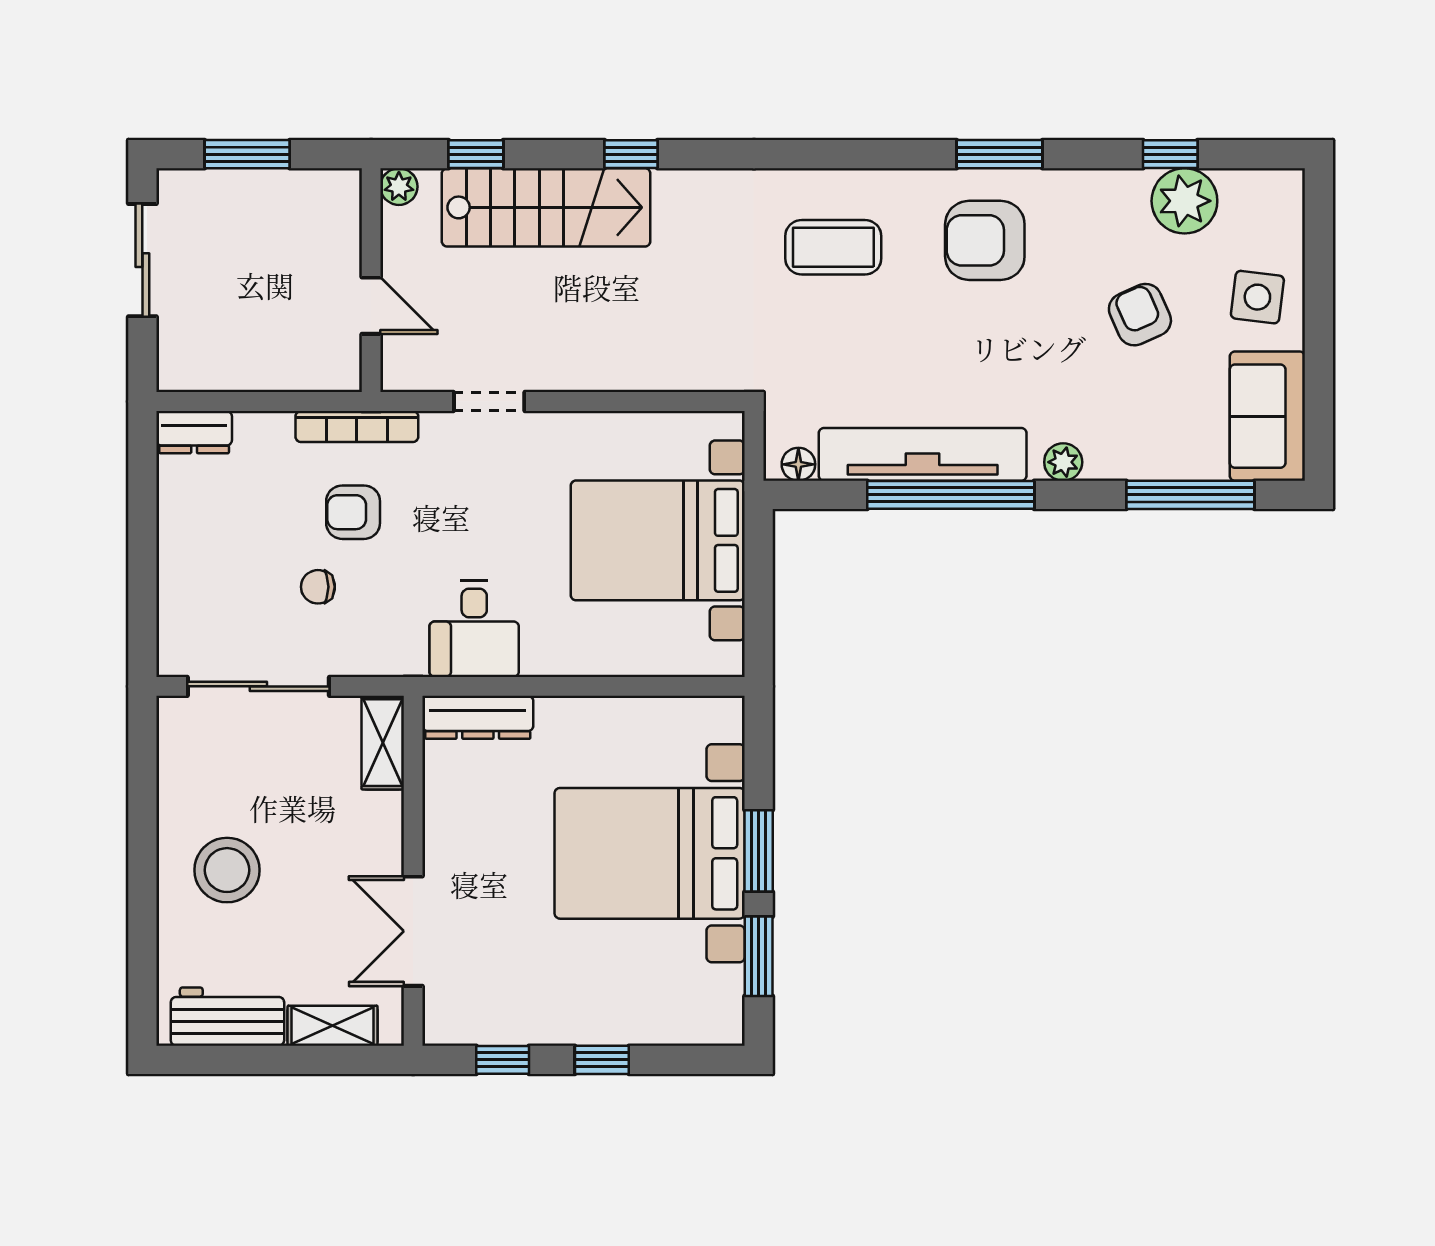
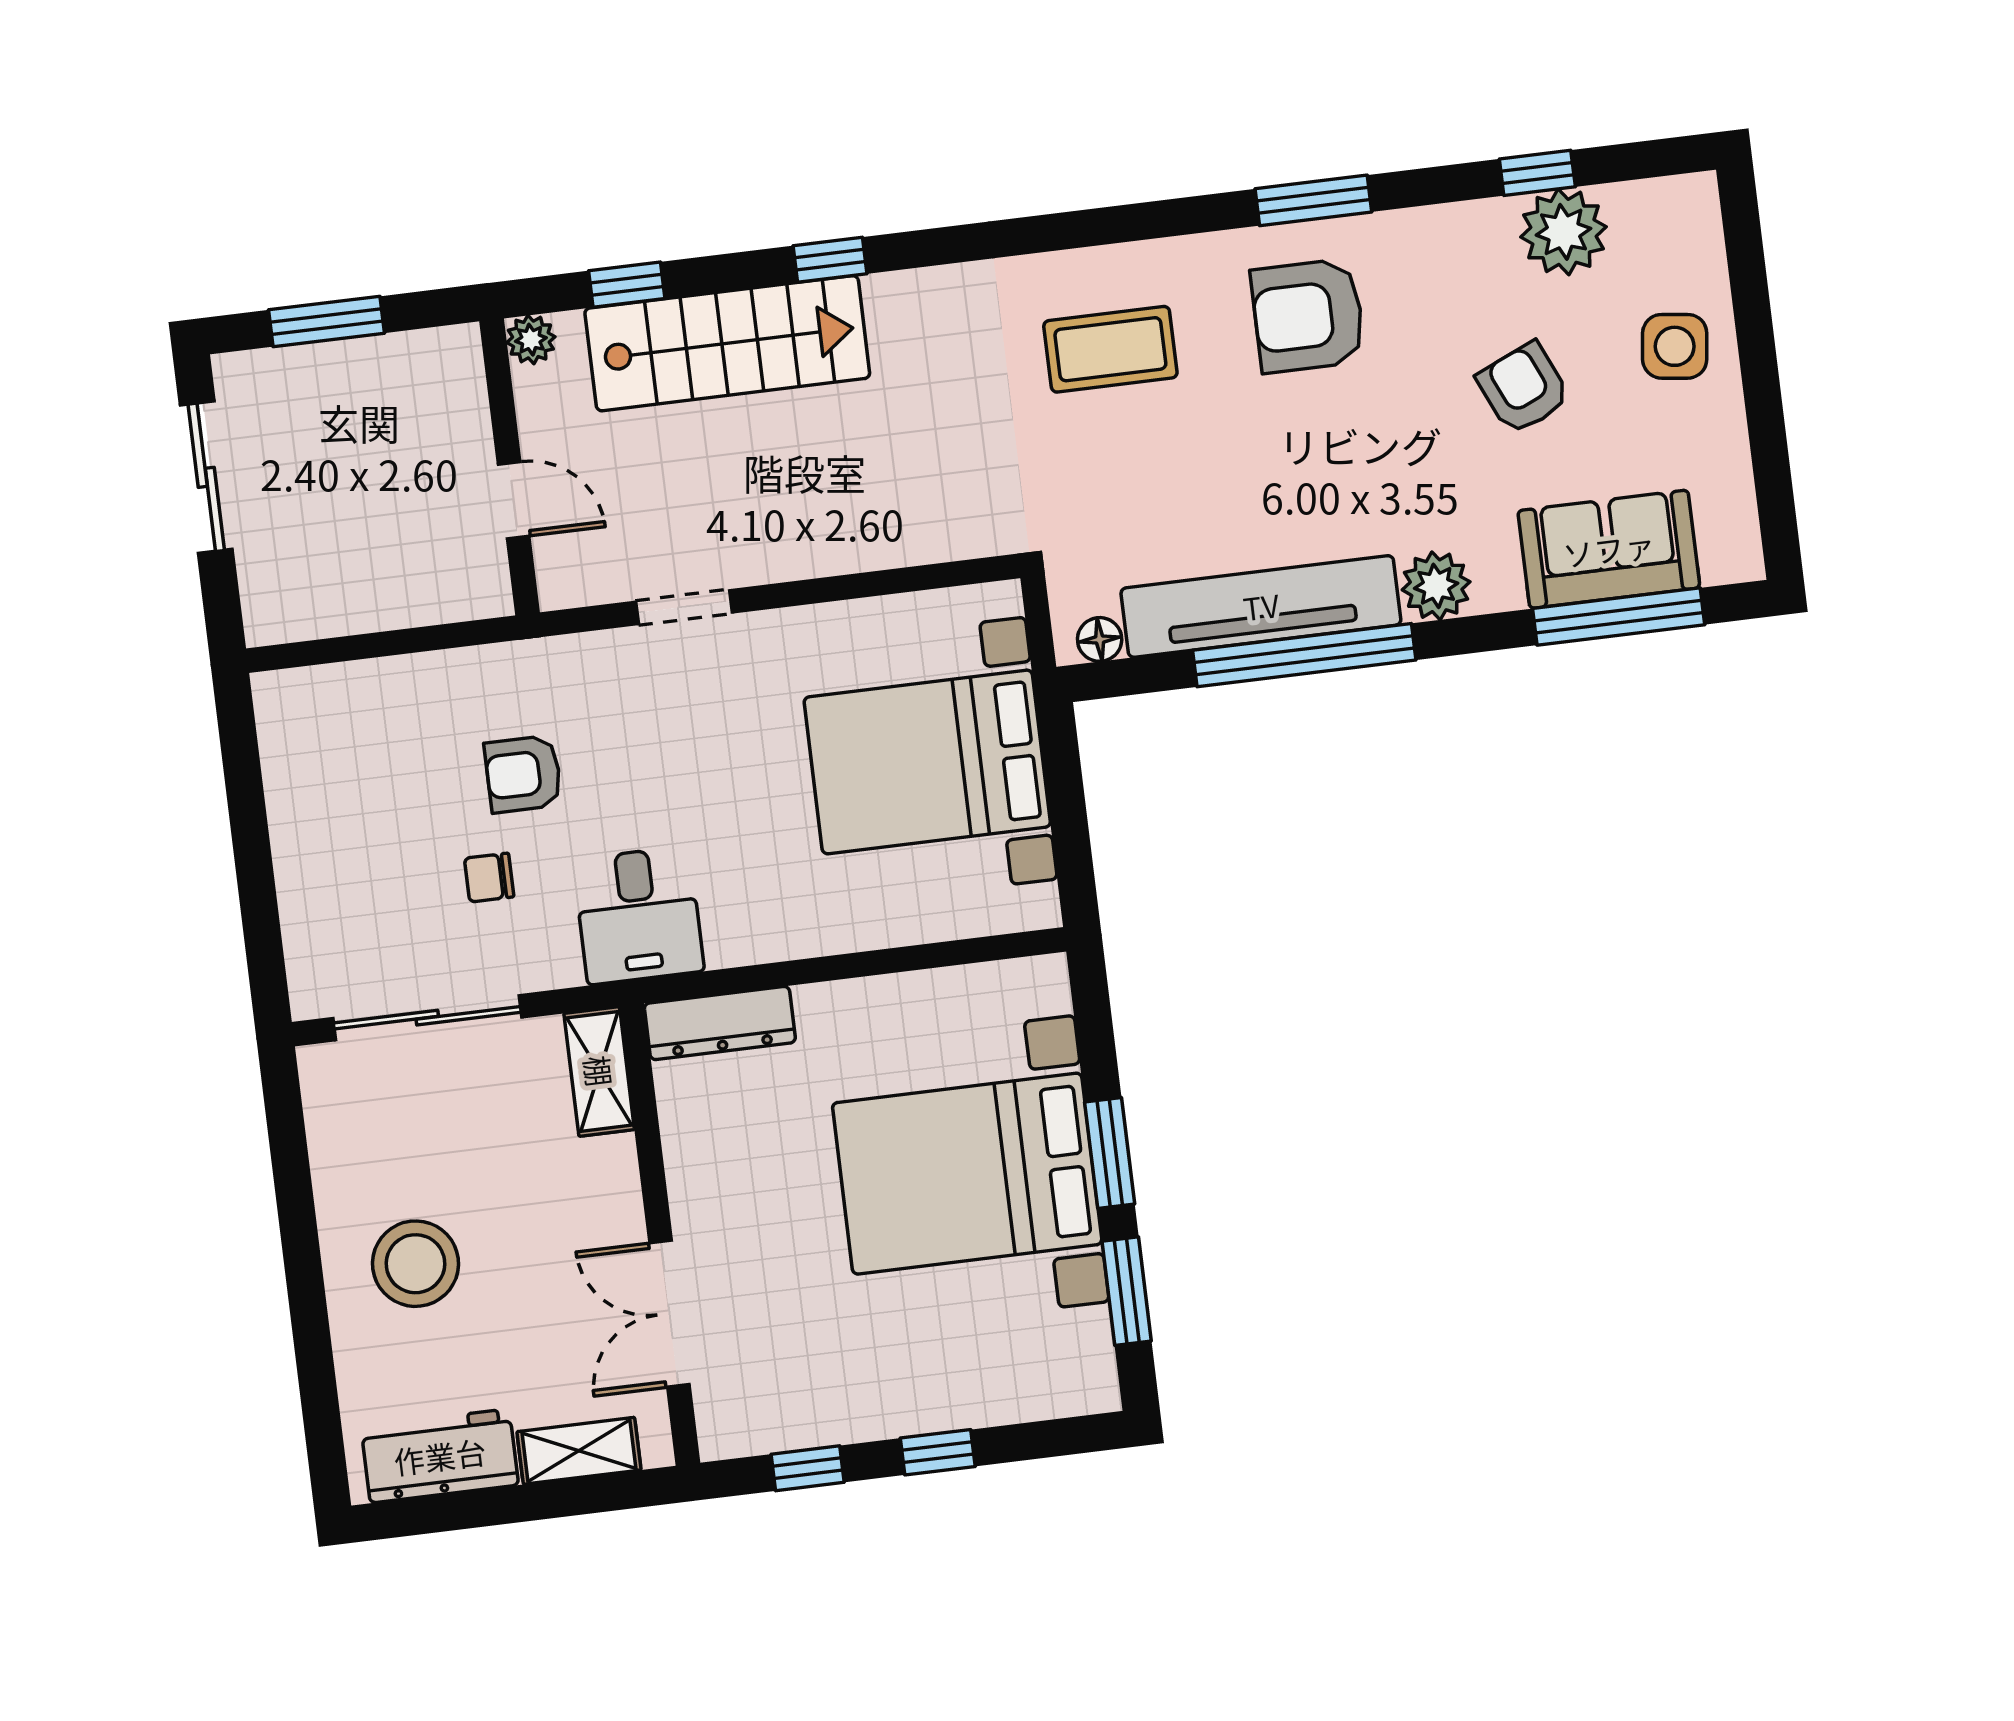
sofa: (1267, 416) -> (1609, 549), moved, turned 90
bookcase: (357, 427) -> (514, 661), removed
dresser: (194, 432) -> (302, 695), removed
plant: (1063, 462) -> (1436, 586), width x1.38, depth x1.38
desk: (474, 629) -> (639, 915), moved

